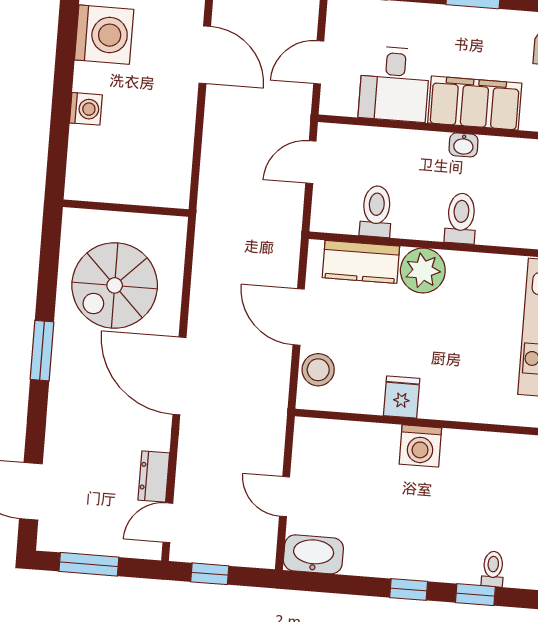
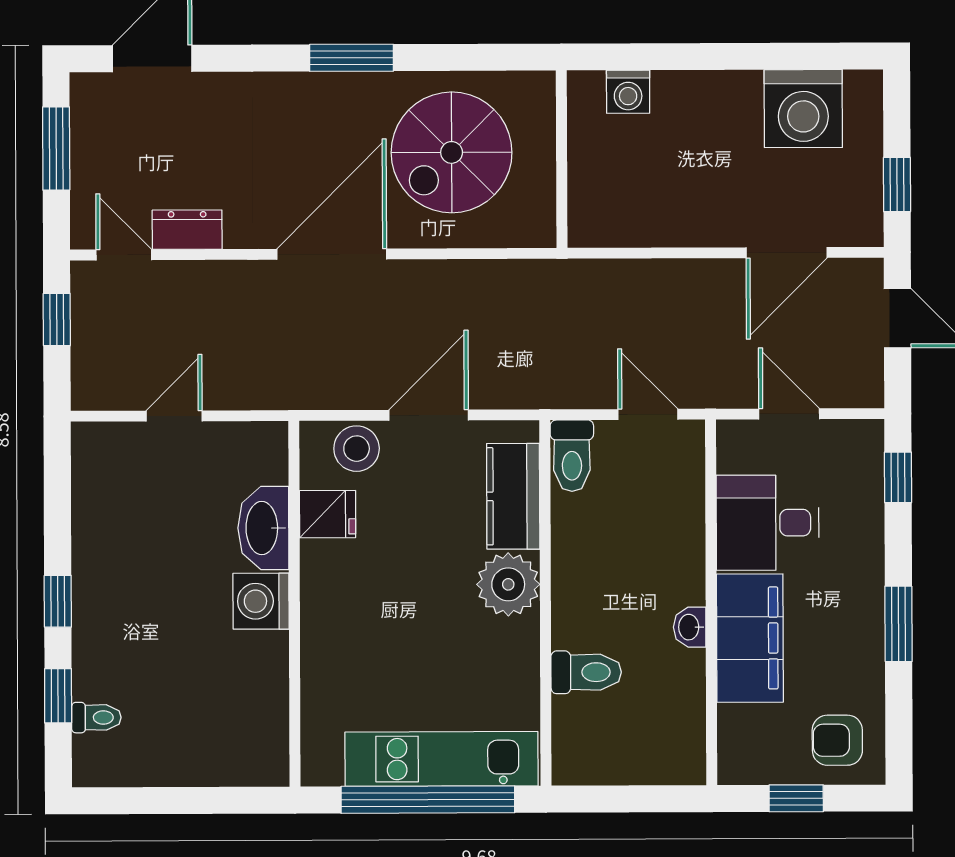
washing machine: (86, 109) -> (628, 92), moved
toilet: (376, 211) -> (572, 456), moved, turned 90
toilet: (461, 218) -> (586, 672), moved
spiral stairs: (115, 285) -> (452, 152), turned -90
fridge: (402, 397) -> (328, 514), moved
washbasin: (313, 554) -> (263, 528), moved, turned 180

